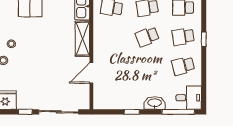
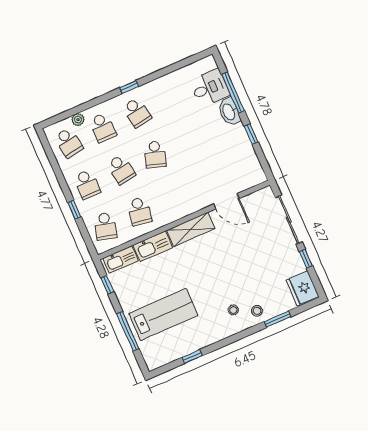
school desk: (147, 37) -> (155, 154), turned 39
school desk: (183, 66) -> (171, 98), removed
desk: (189, 98) -> (210, 88), moved, turned 90
window: (178, 112) -> (233, 92), moved

